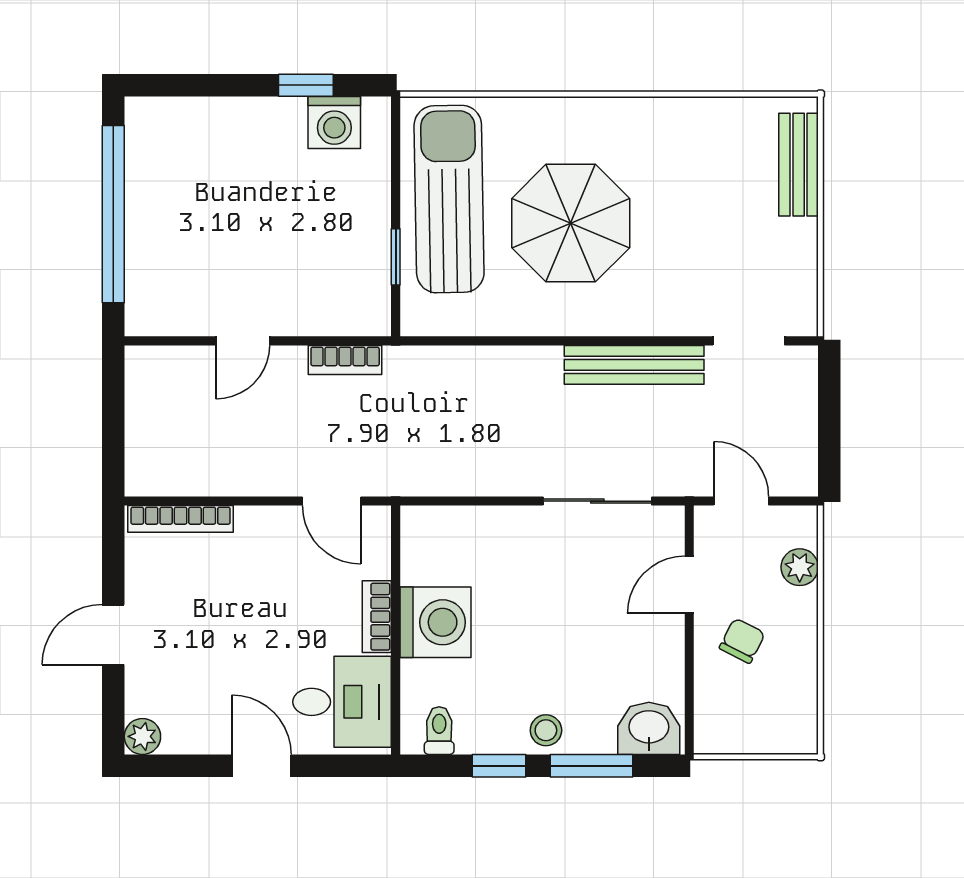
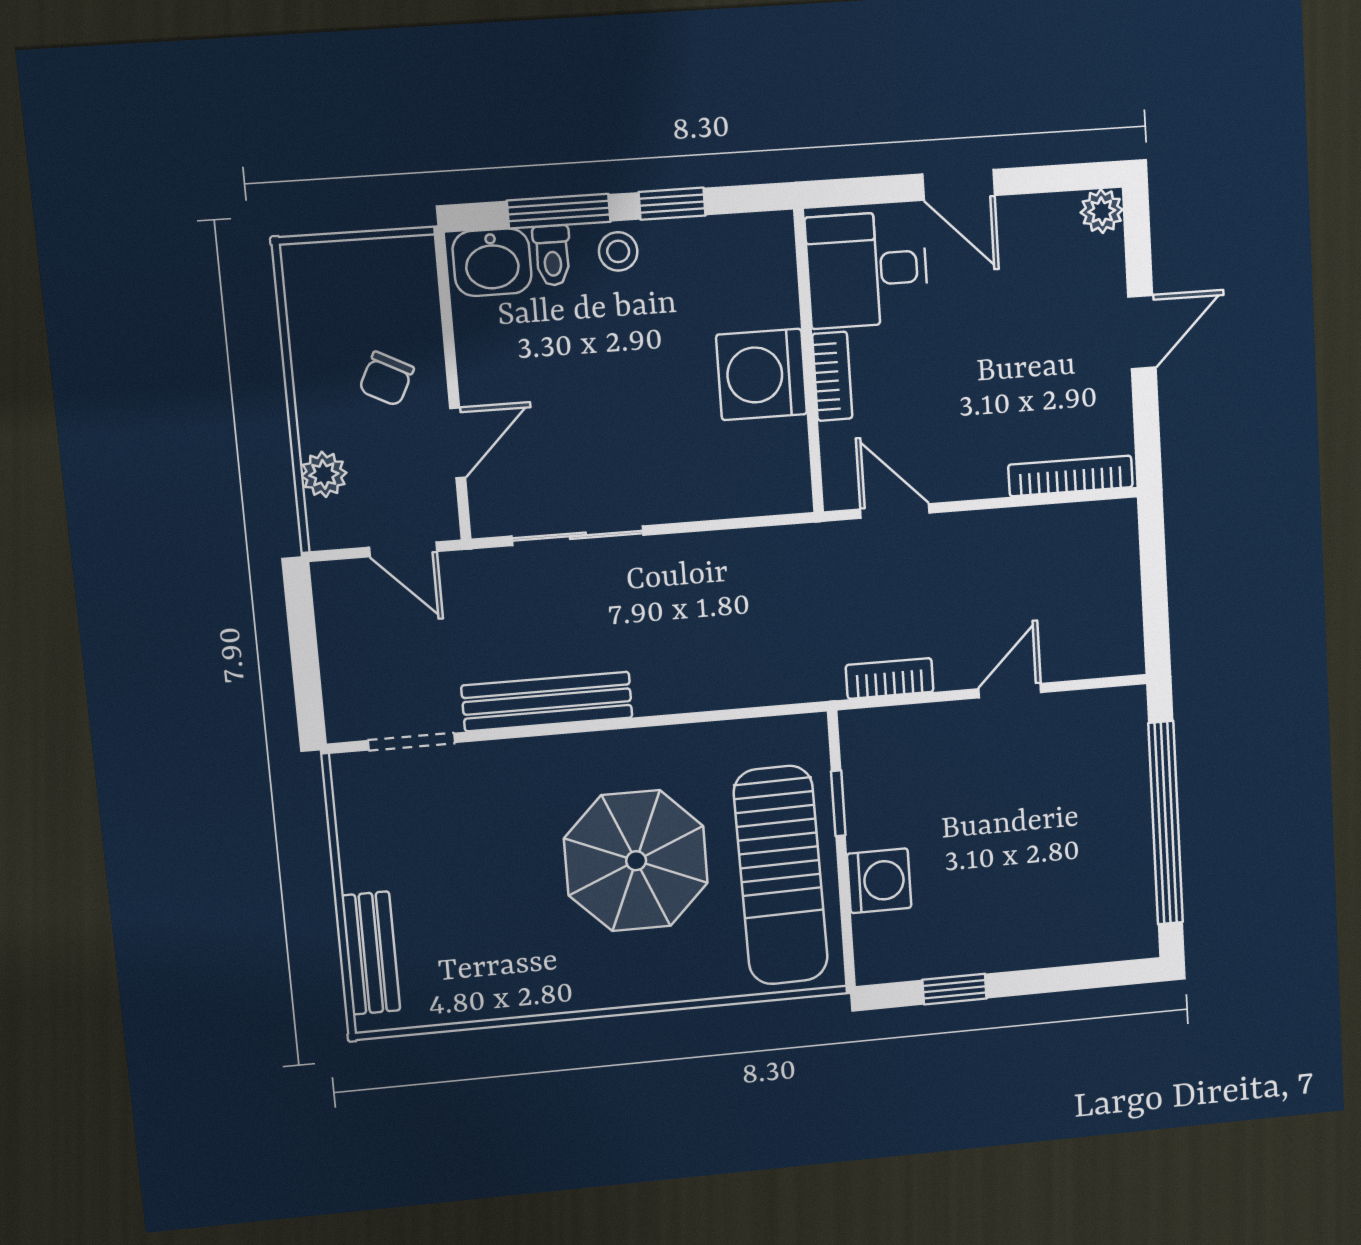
washing machine: (334, 122) -> (879, 881), moved, turned 90
toilet: (439, 731) -> (552, 255), moved

